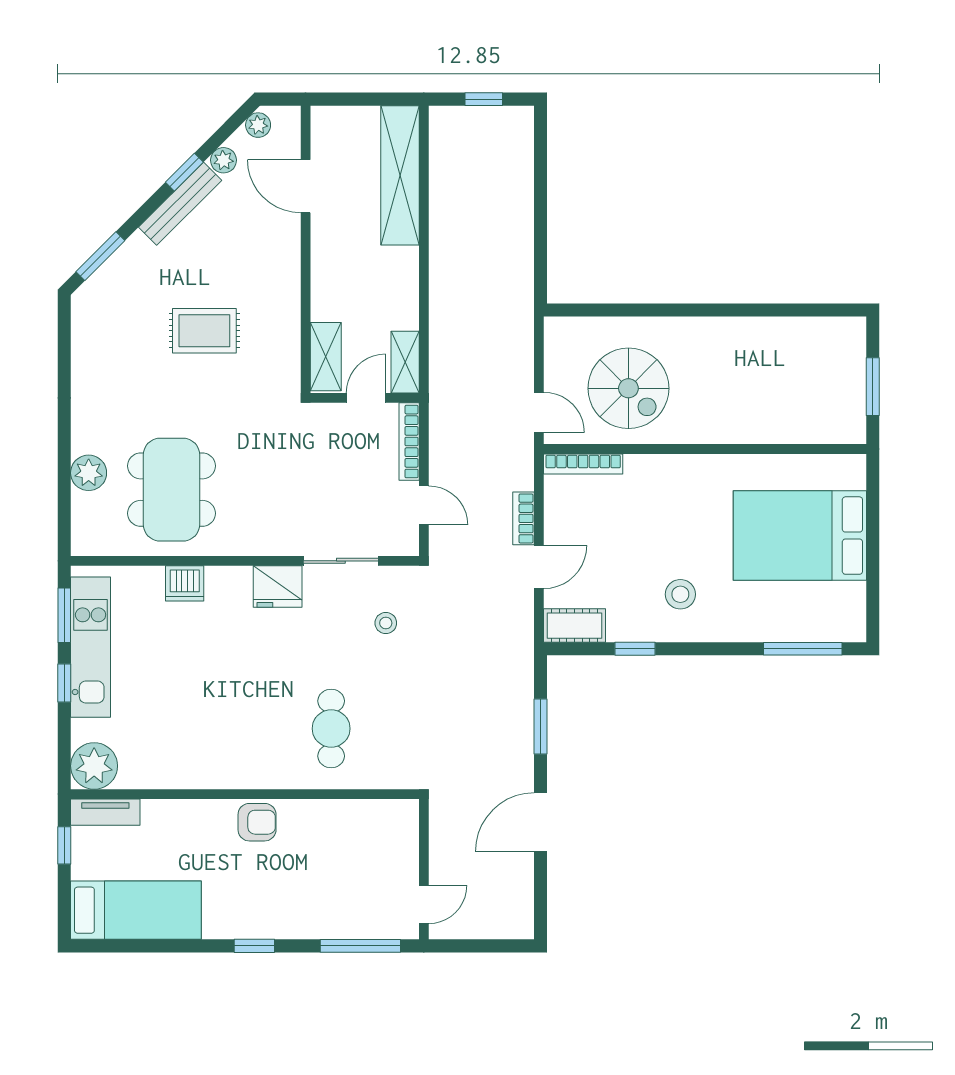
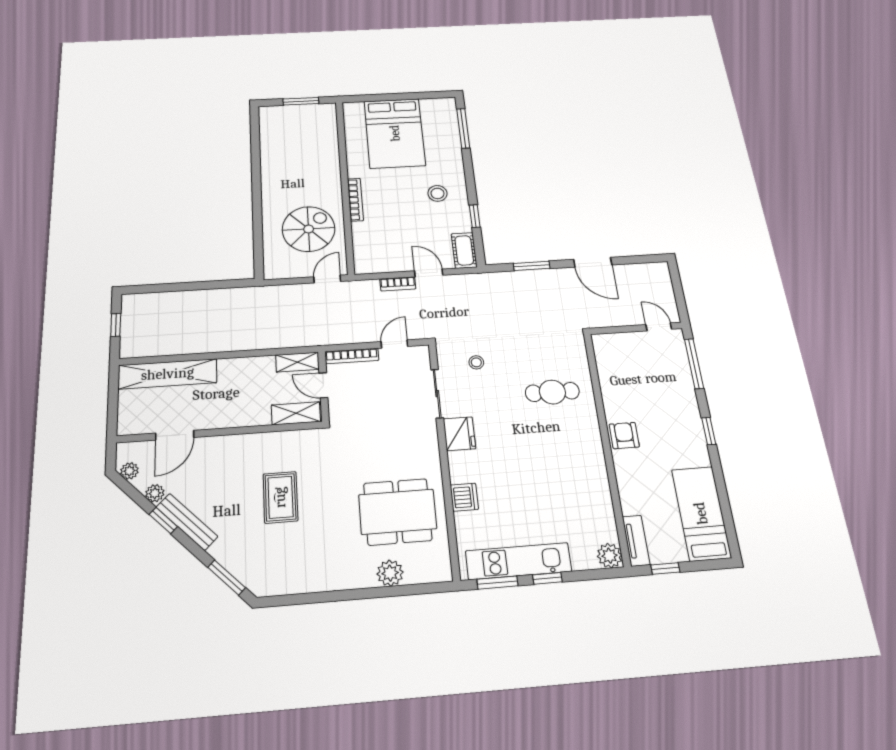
bookcase: (583, 464) -> (355, 200), moved
plant: (94, 766) -> (610, 556), width x0.73, depth x0.73

